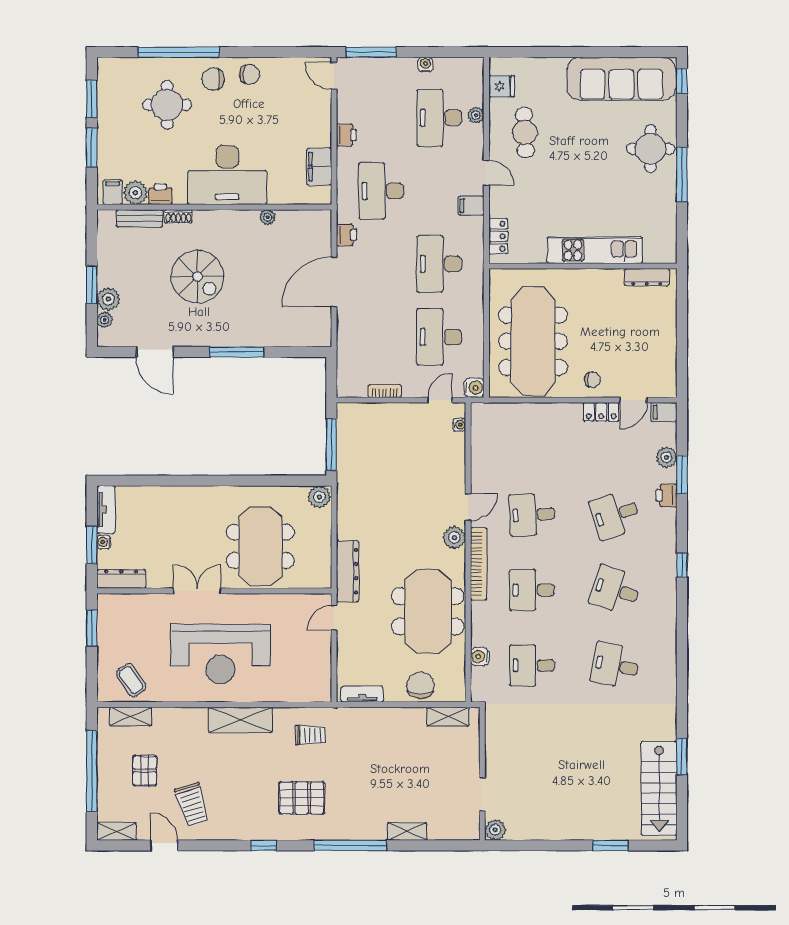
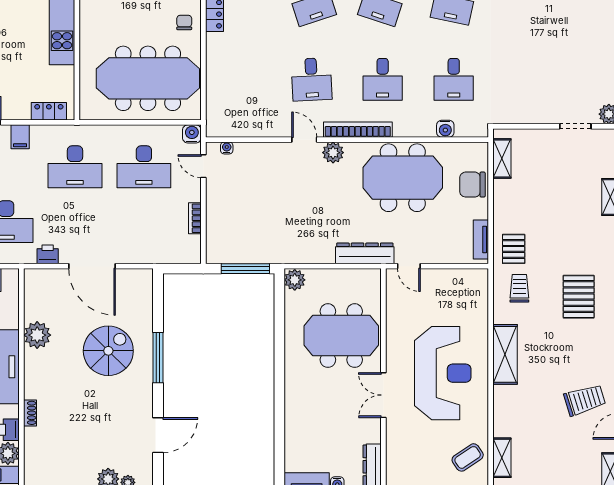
plant: (268, 217) -> (37, 335), width x1.88, depth x1.88
bench: (140, 218) -> (32, 449), removed
spiral stairs: (197, 277) -> (108, 351), moved
pallet: (145, 771) -> (514, 249), moved, turned 90

